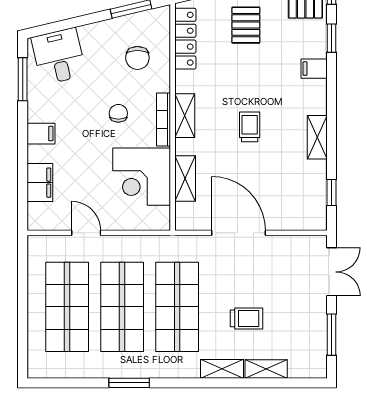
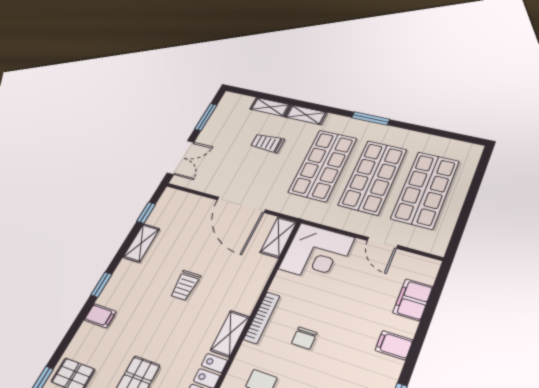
window: (332, 38) -> (101, 285), moved
shelving: (185, 116) -> (230, 333), moved
shelving: (317, 137) -> (141, 243), moved
corner desk: (142, 177) -> (317, 253), moved, turned 90
shelving: (185, 178) -> (278, 237), moved
double door: (332, 272) -> (181, 157), swing flipped
window: (129, 383) -> (371, 118), moved

